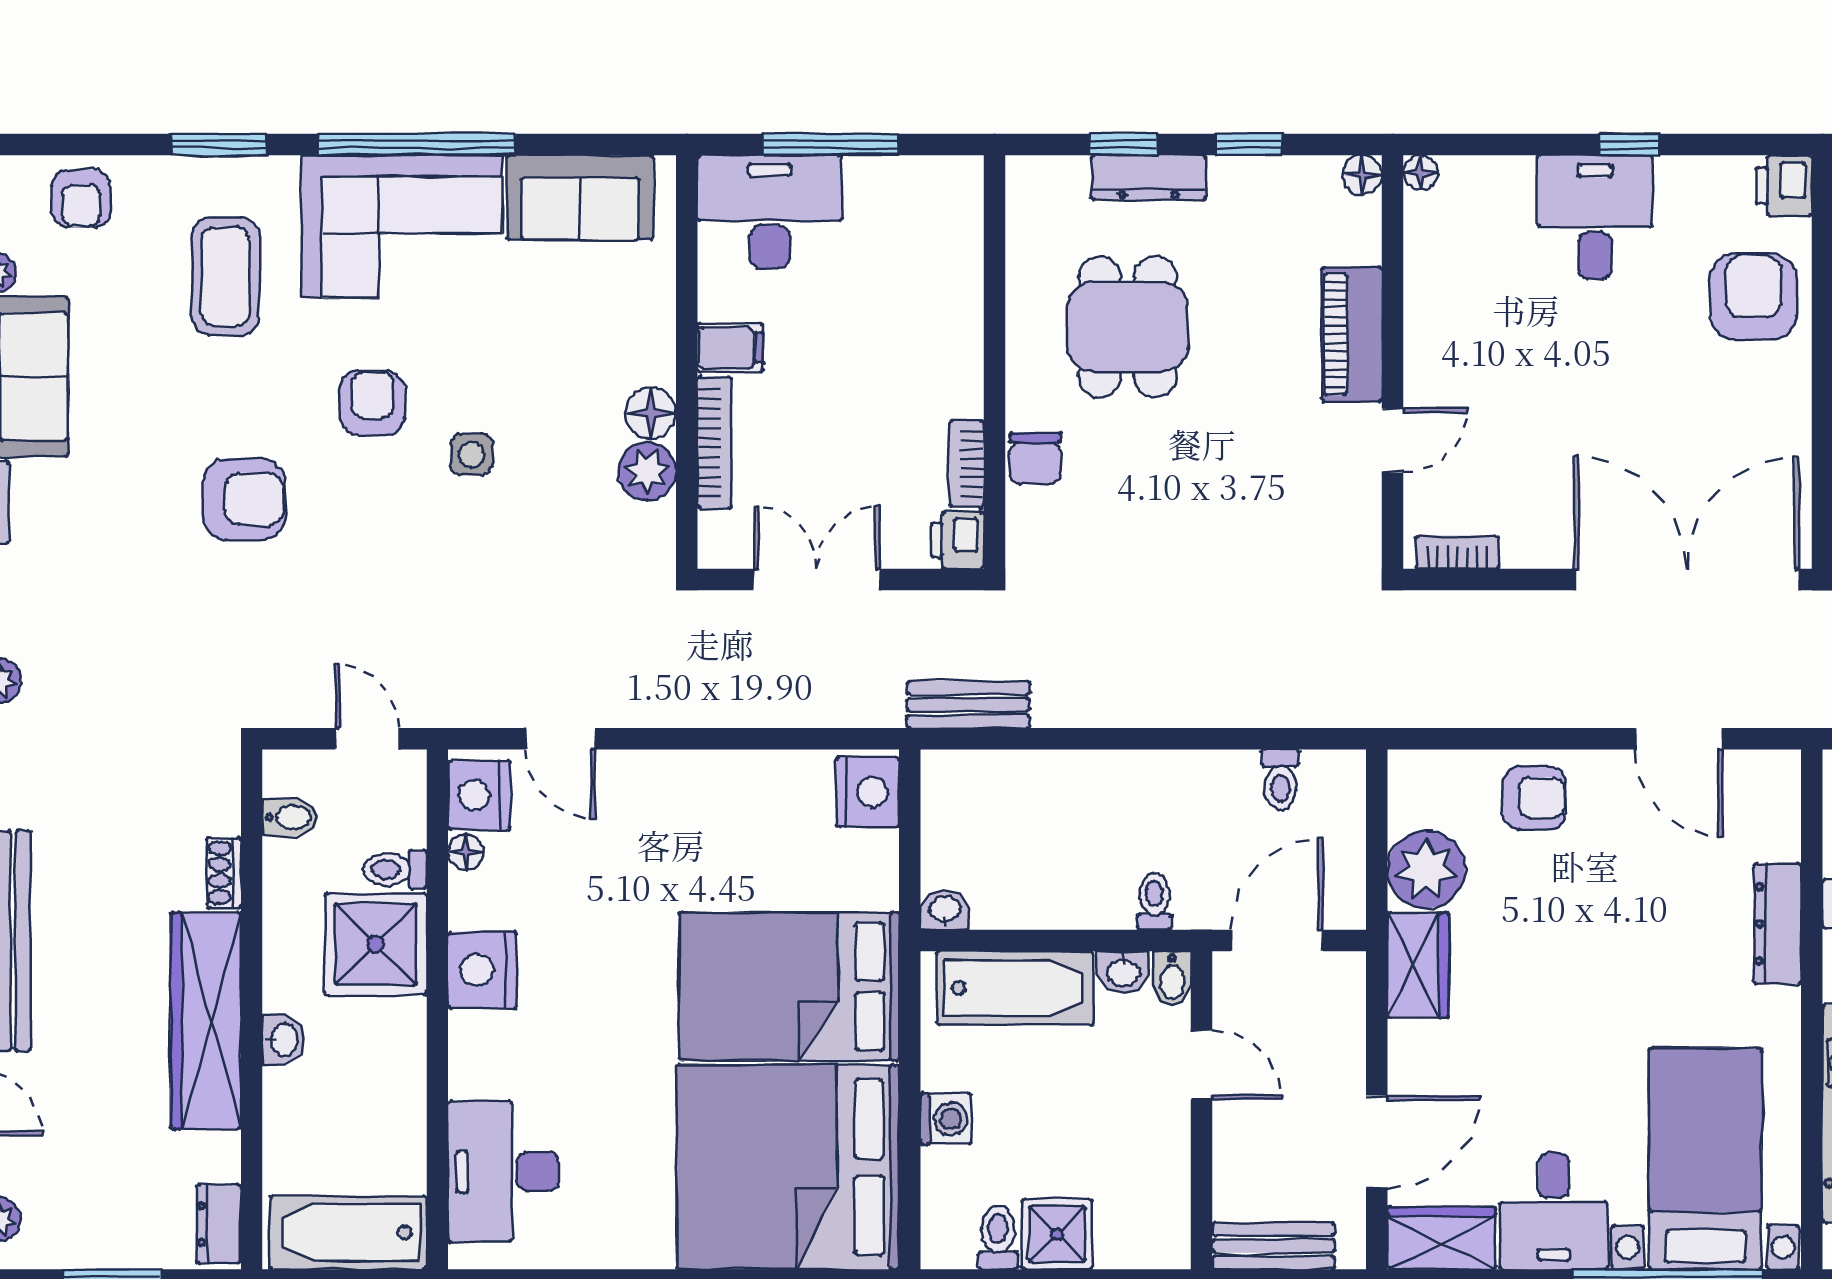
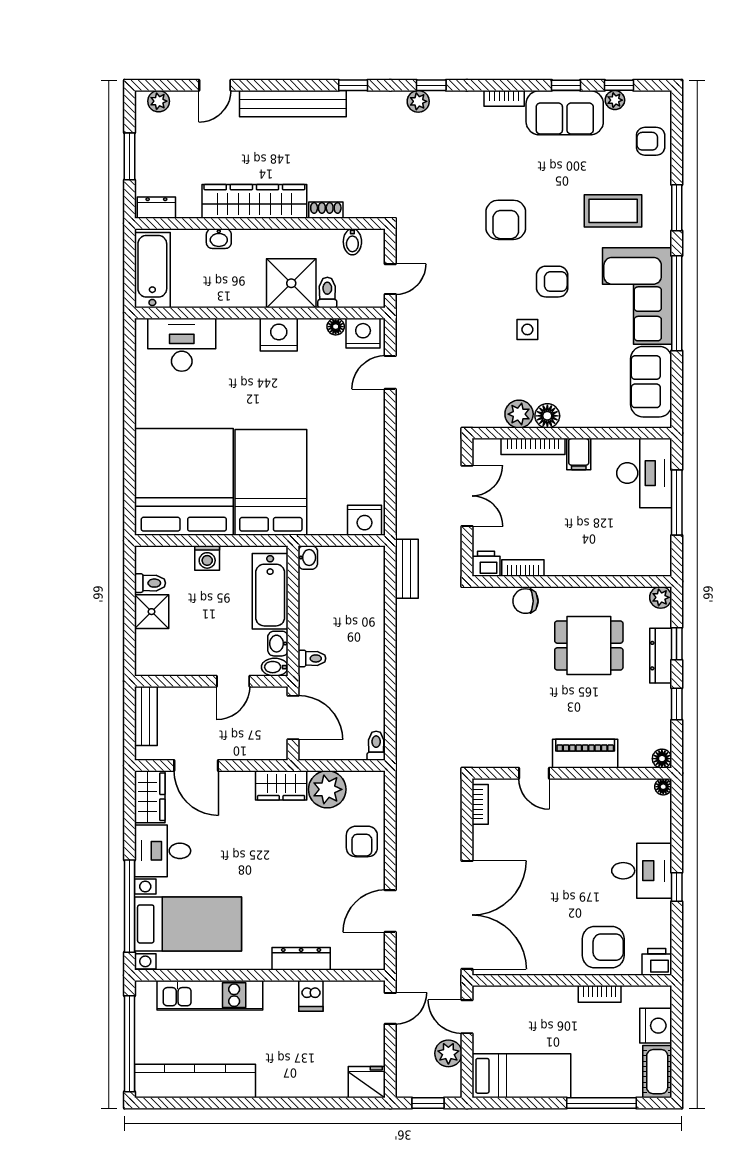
plant: (1028, 178) -> (661, 597), added
toilet: (1280, 780) -> (376, 746), moved, turned 90
washbasin: (283, 1040) -> (219, 239), moved

